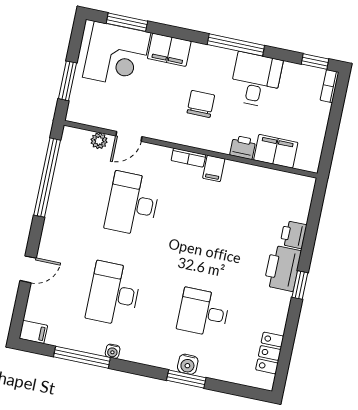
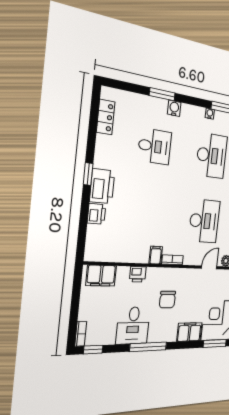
filing cabinet: (276, 151) -> (101, 276), moved
water cooler: (188, 364) -> (174, 108), moved

